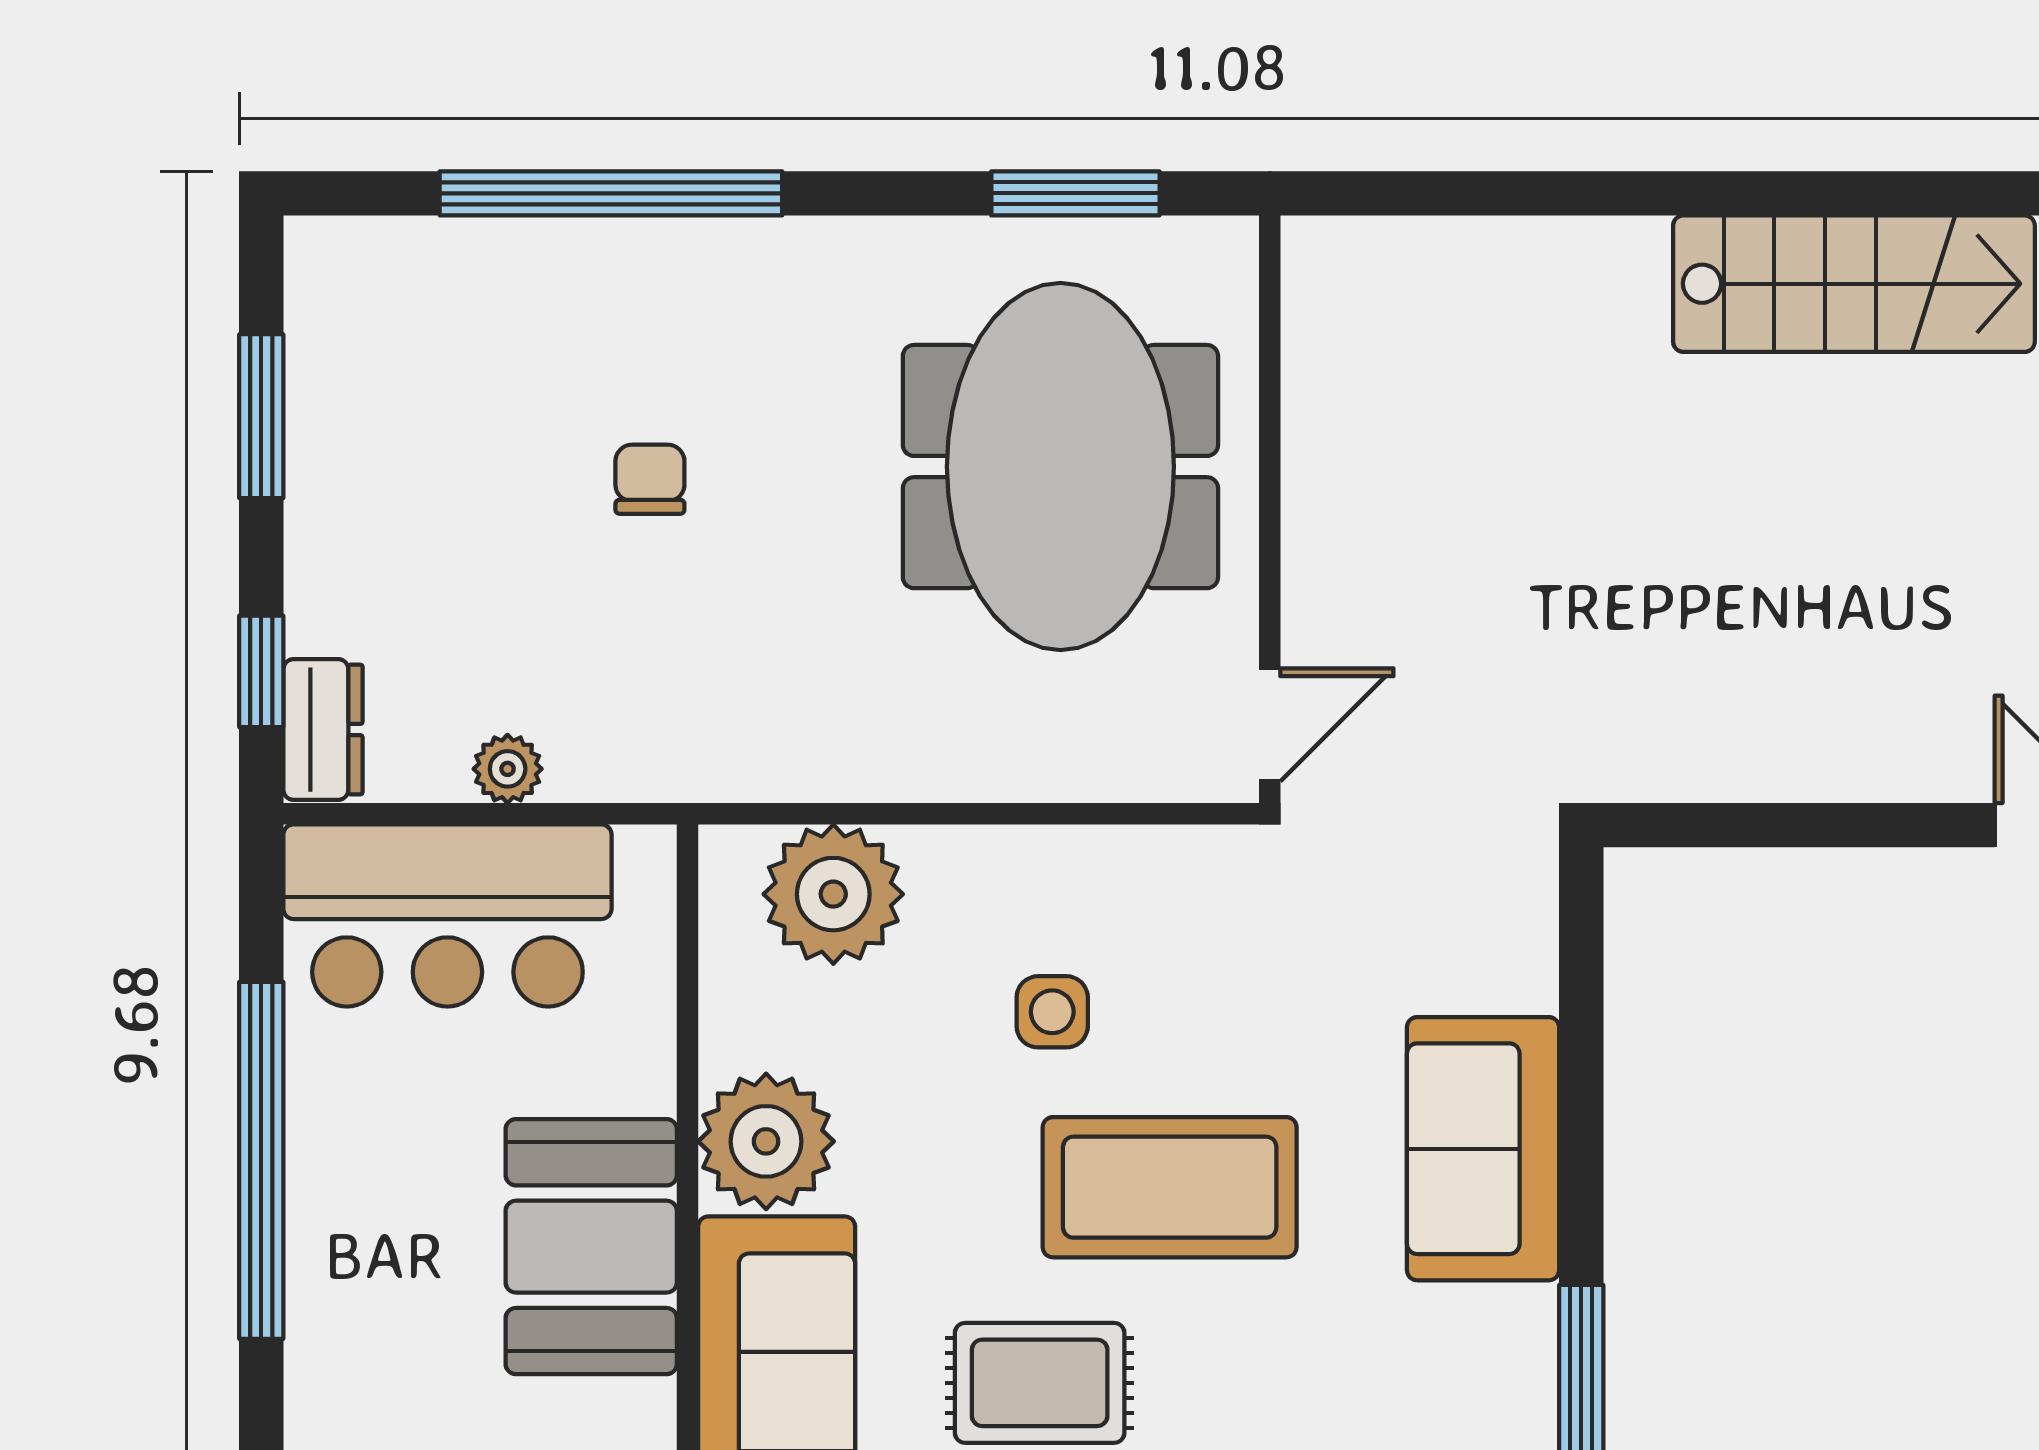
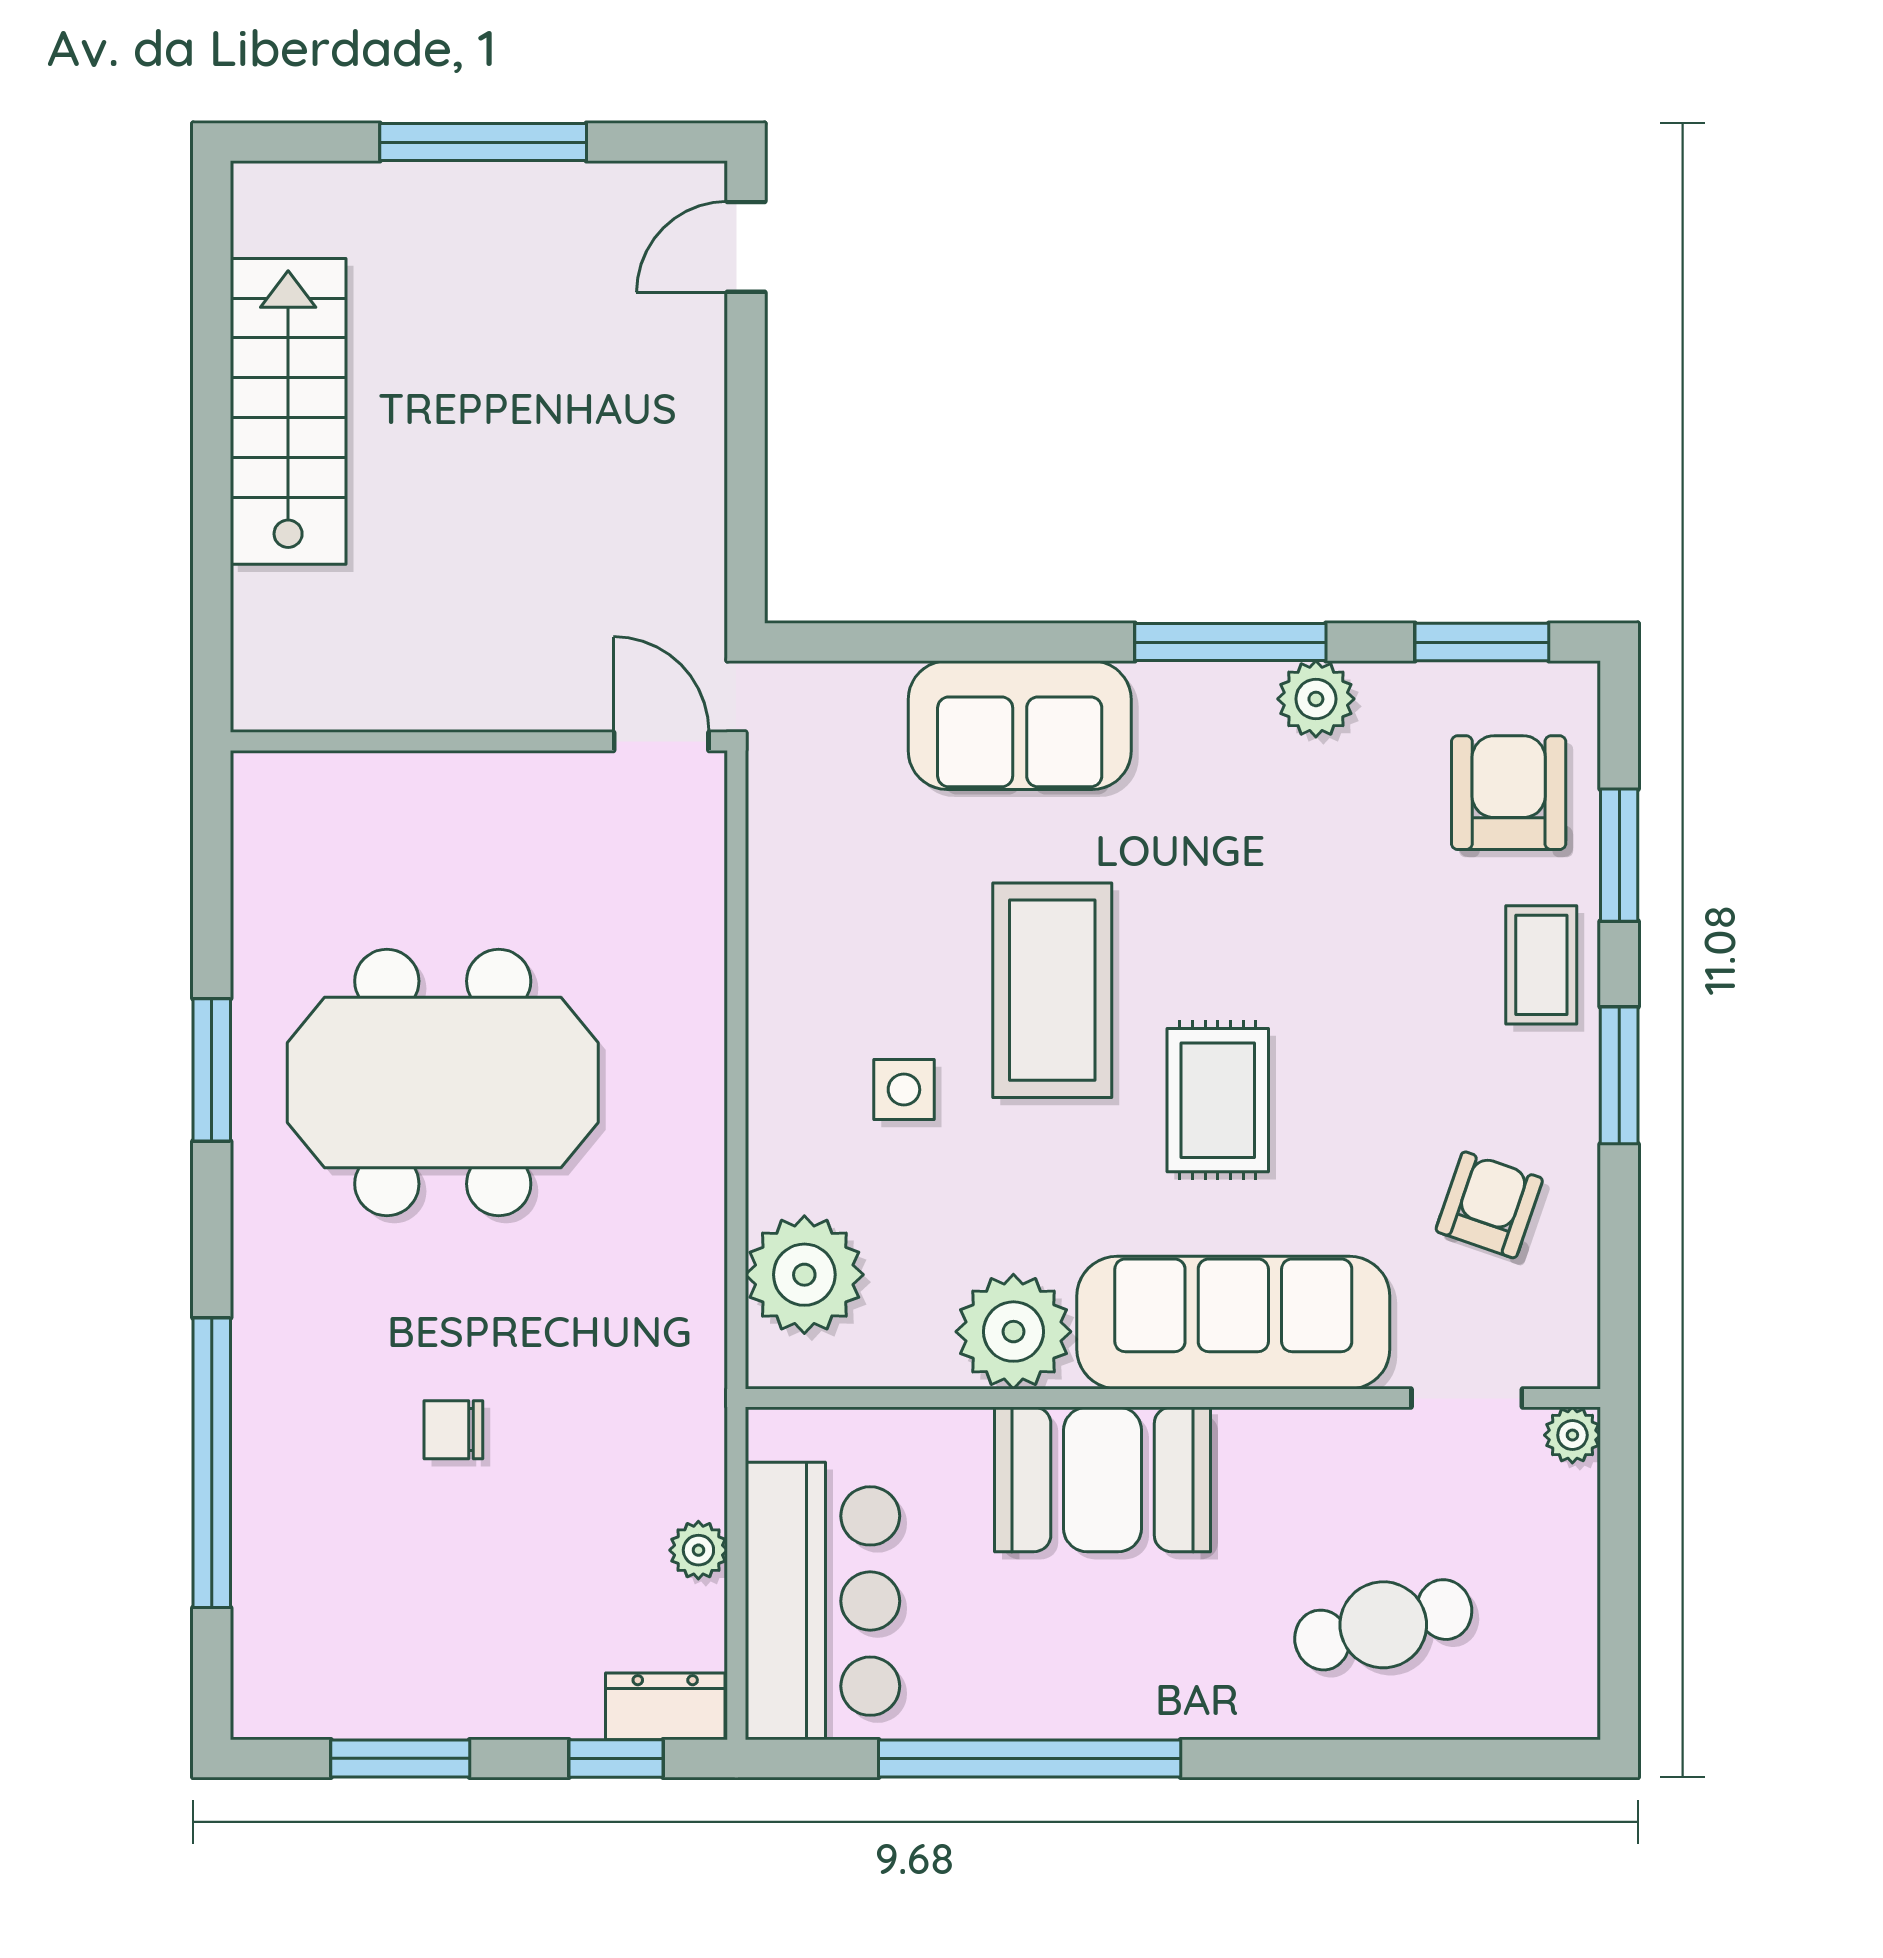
wall: (1270, 509) -> (479, 741), moved
door: (1270, 725) -> (661, 741), moved

